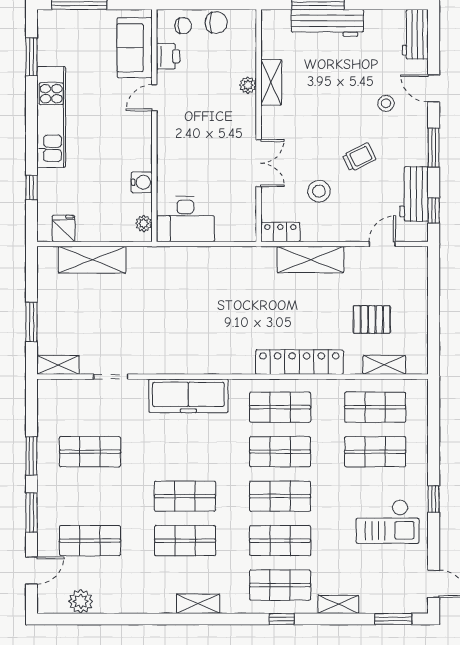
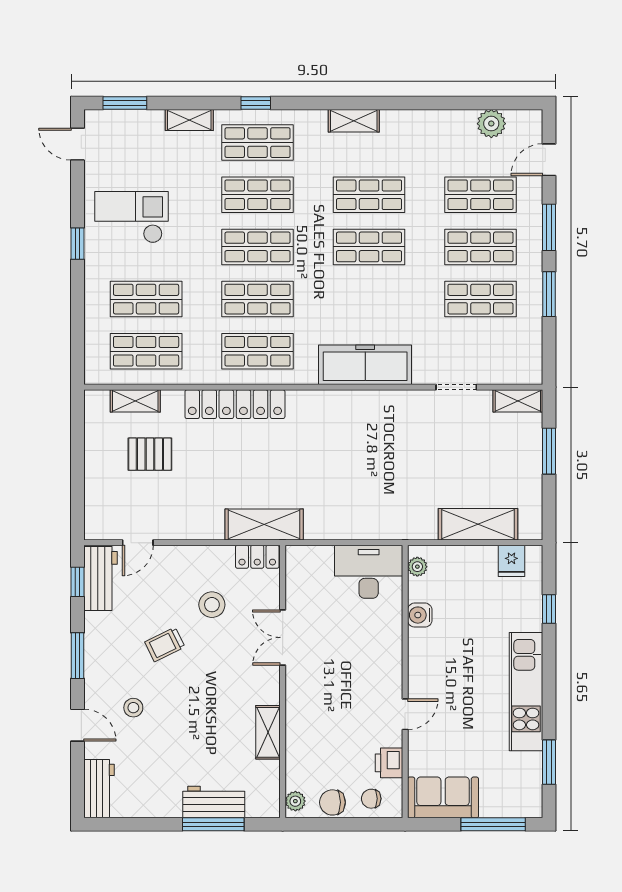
workbench: (327, 23) -> (214, 802), width x0.73
sofa: (135, 48) -> (443, 797), moved, turned -90
plant: (248, 85) -> (295, 801), moved
workbench: (414, 194) -> (100, 578), moved
shelving: (310, 260) -> (264, 524), moved
shop shelf: (90, 496) -> (480, 247), added

